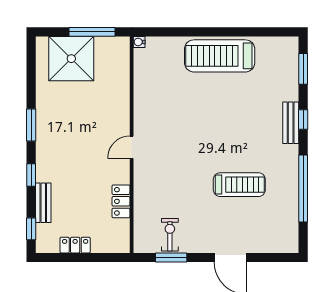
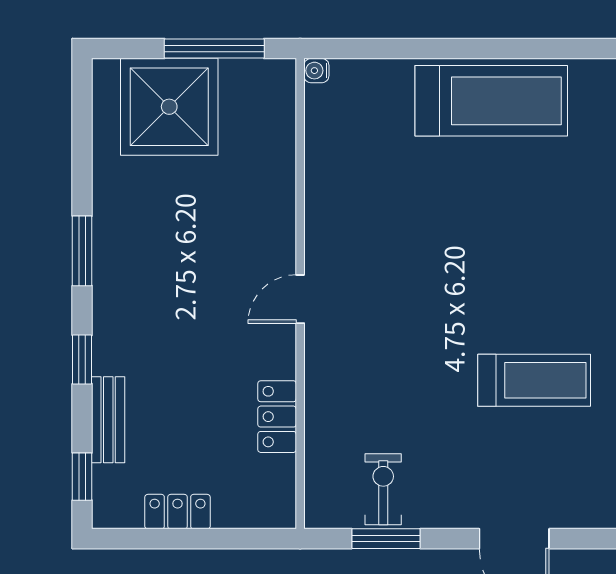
treadmill: (220, 56) -> (491, 101), turned 180

